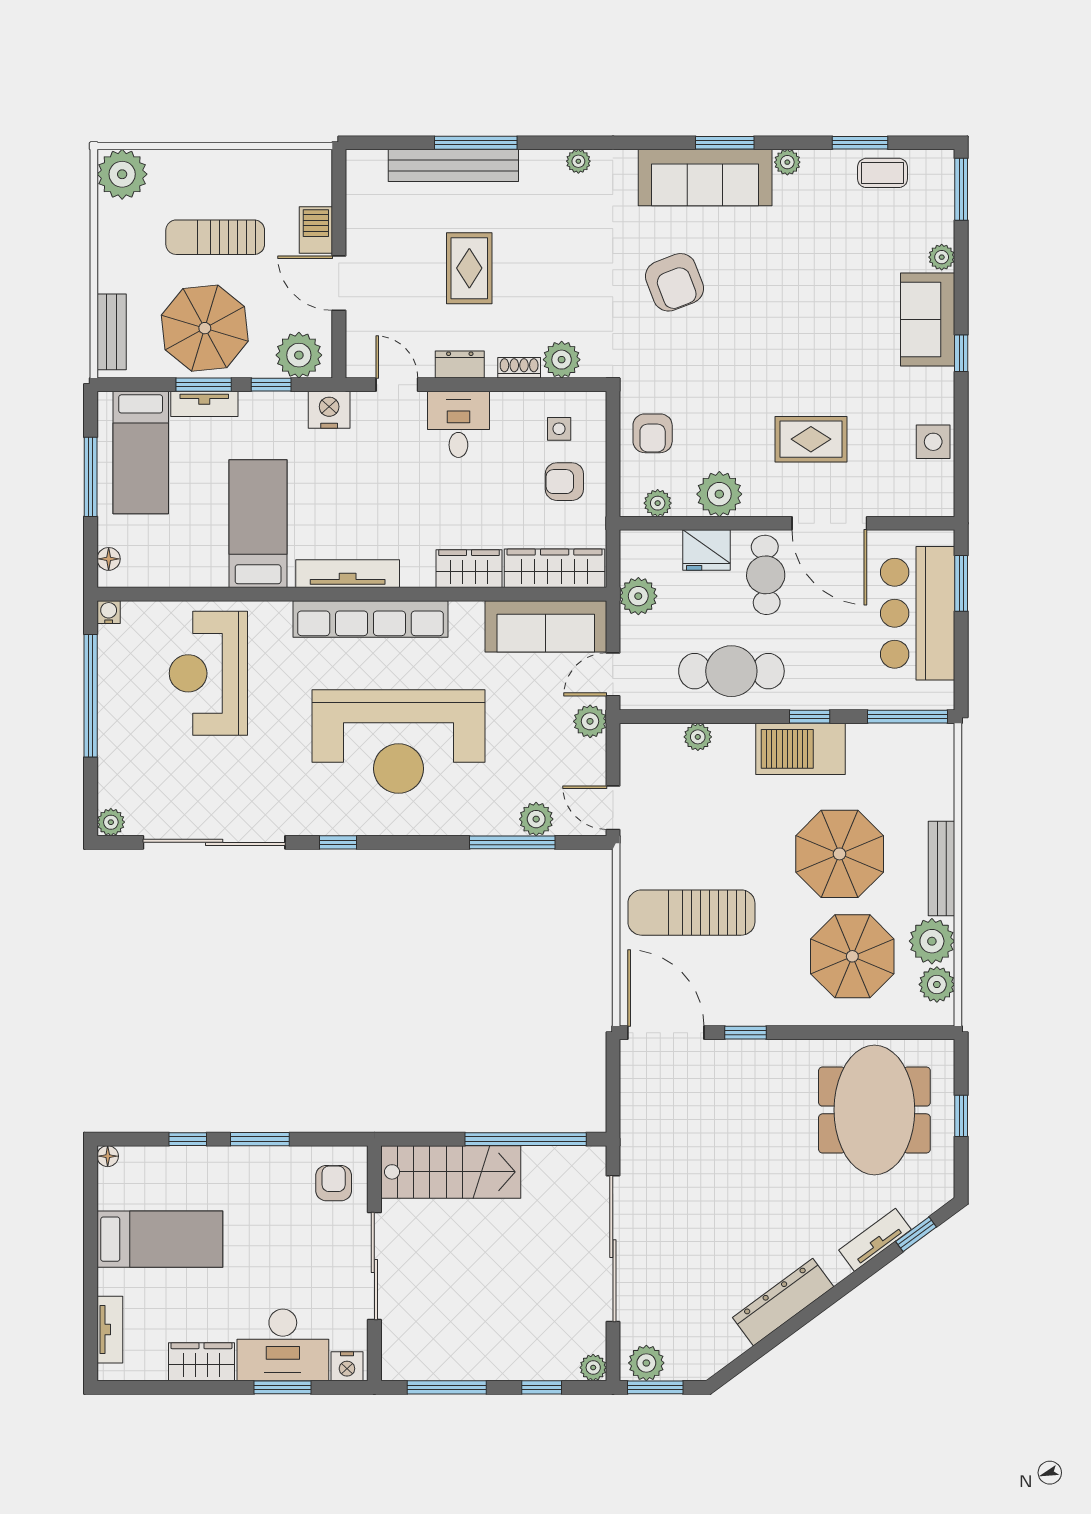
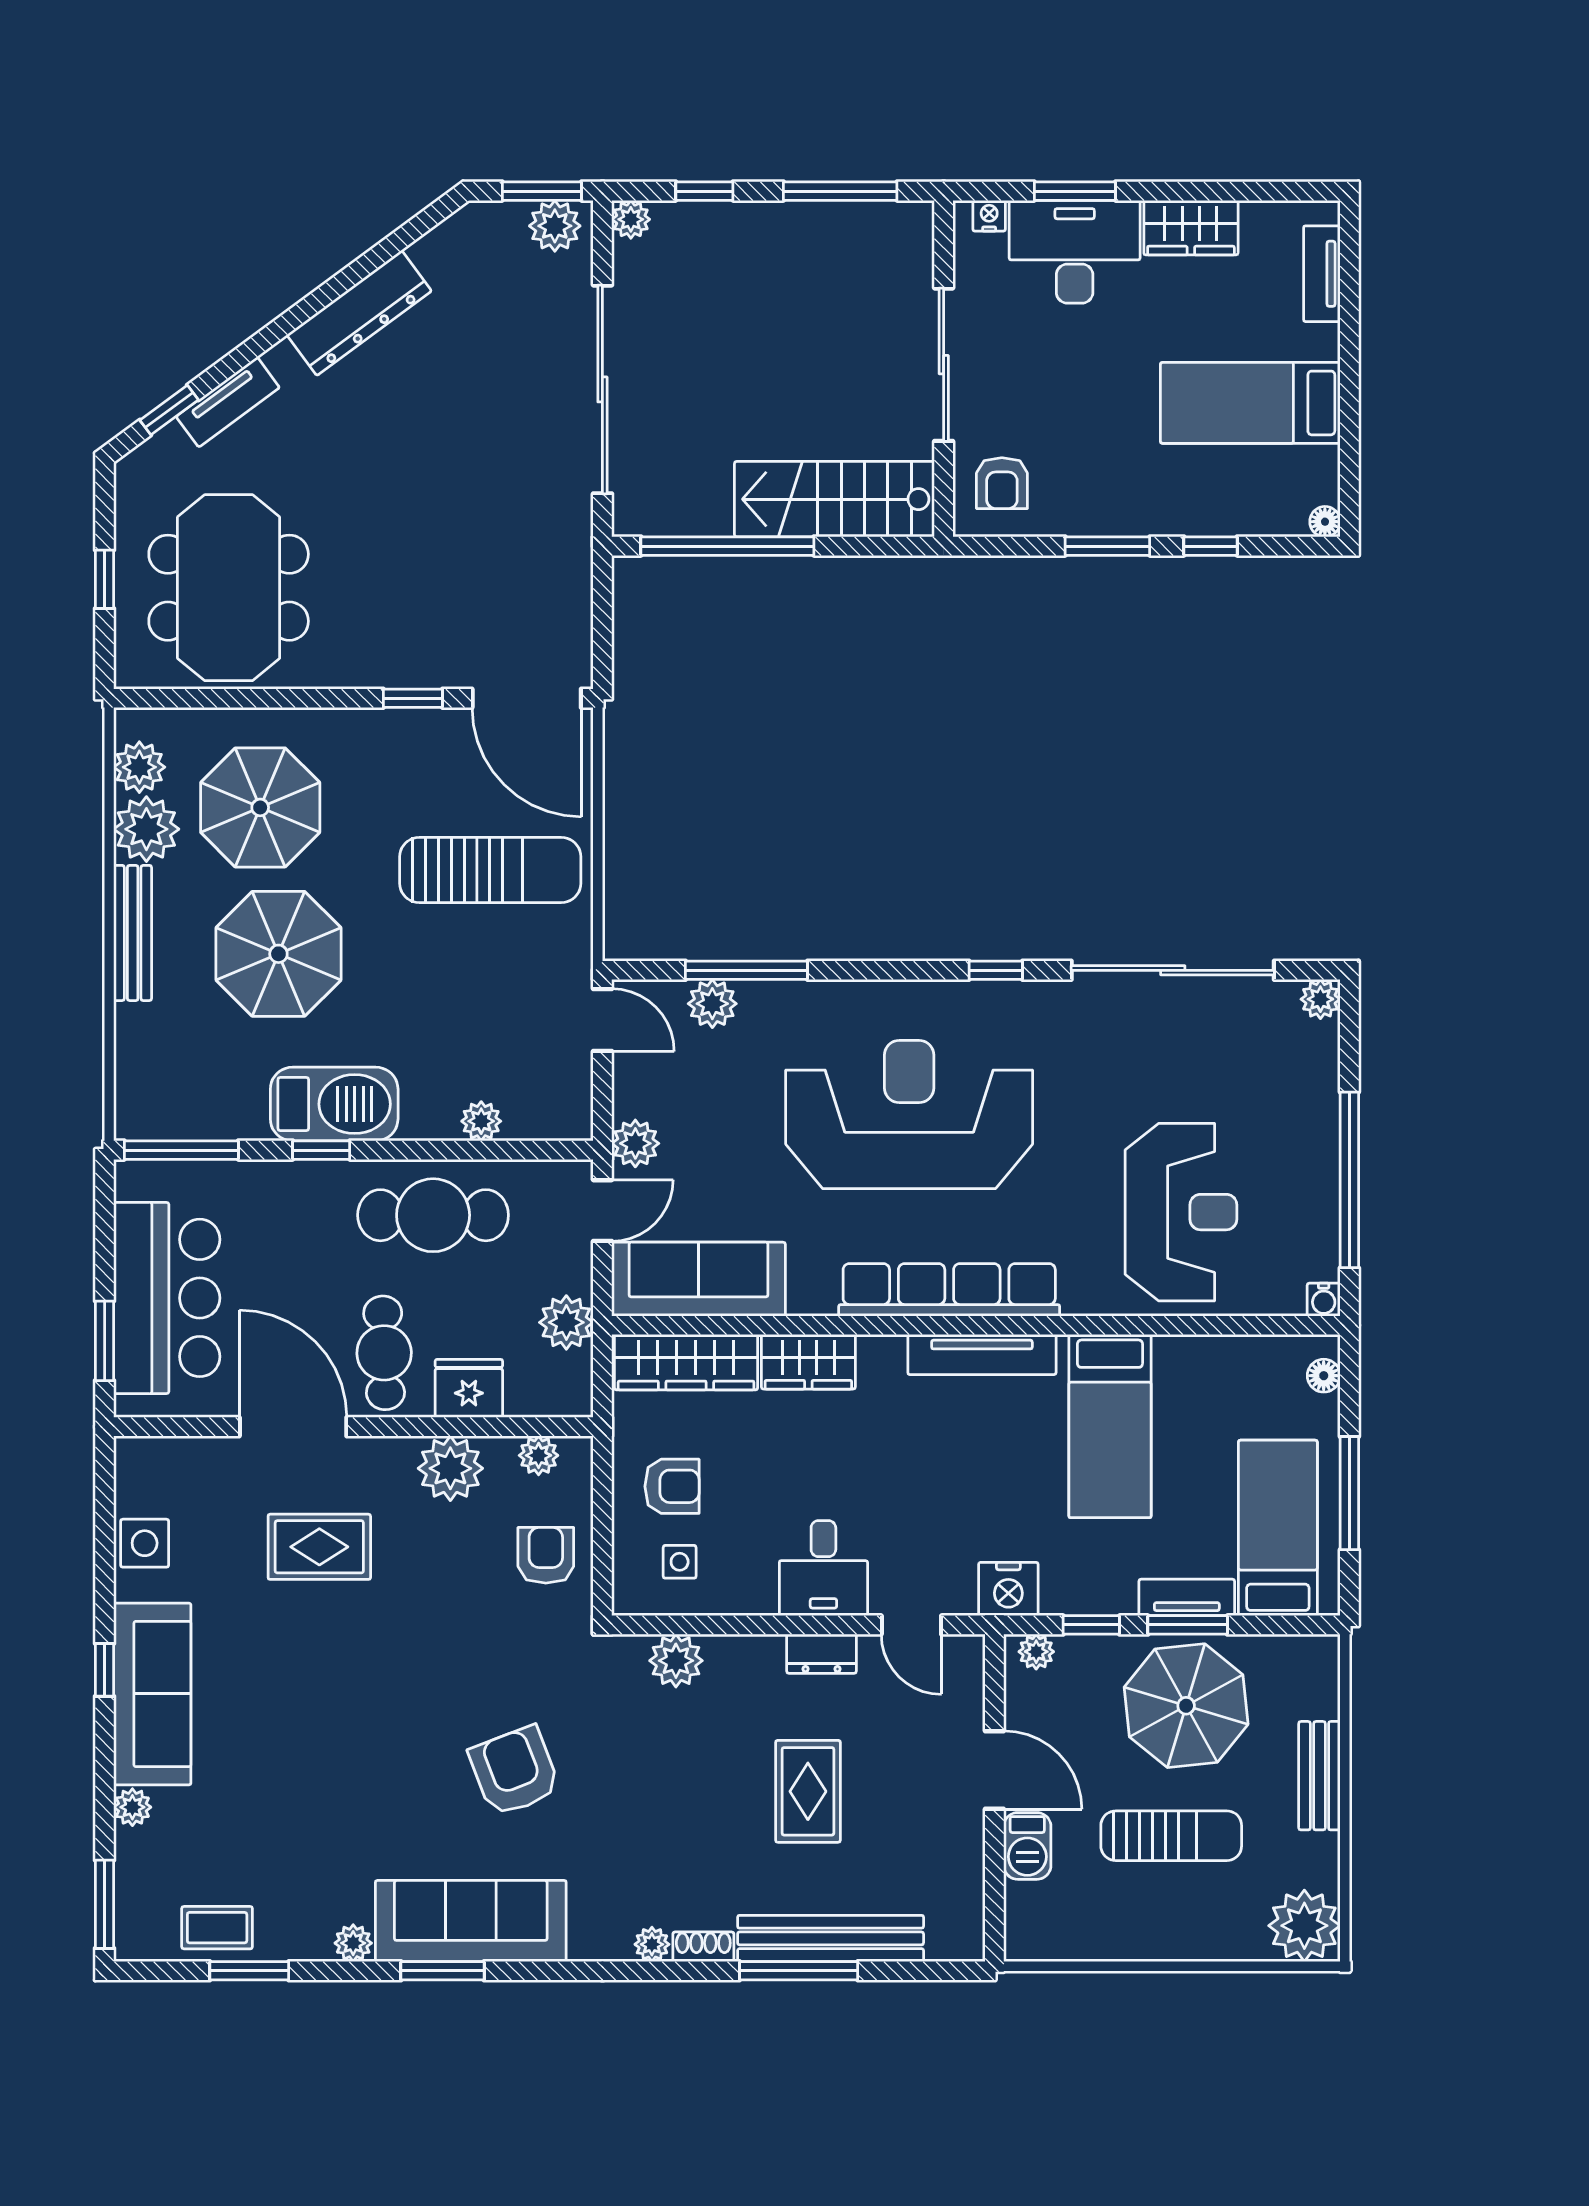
sofa: (928, 319) -> (152, 1694), width x1.36
bench: (112, 332) -> (1319, 1776), moved
plant: (299, 355) -> (1036, 1652), width x0.53, depth x0.53
shoe rack: (519, 368) -> (703, 1947), moved, turned 180
nightstand: (347, 1366) -> (989, 216), width x0.72, depth x0.74

